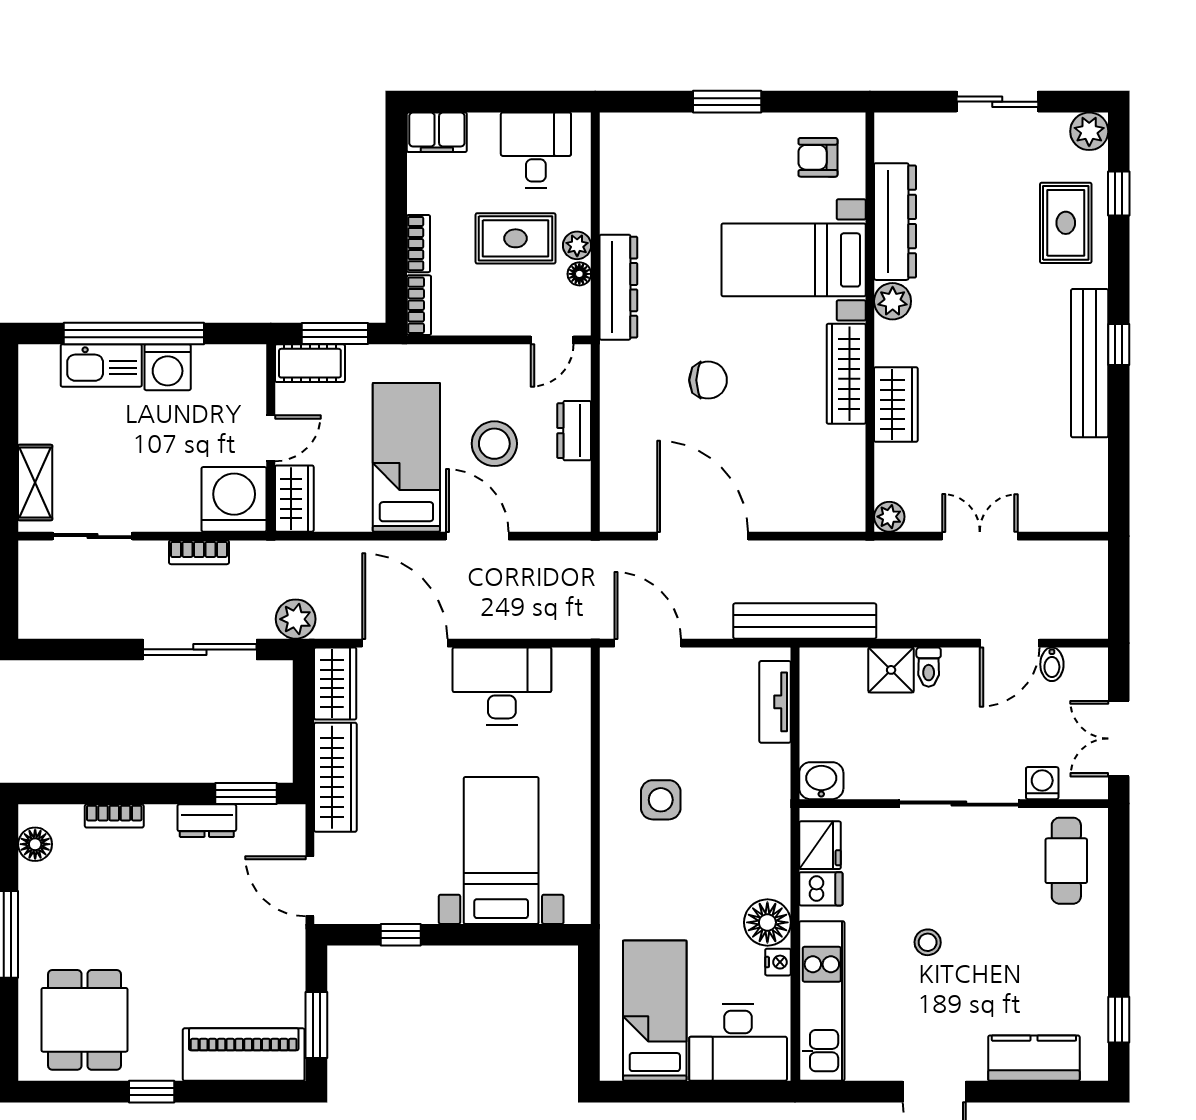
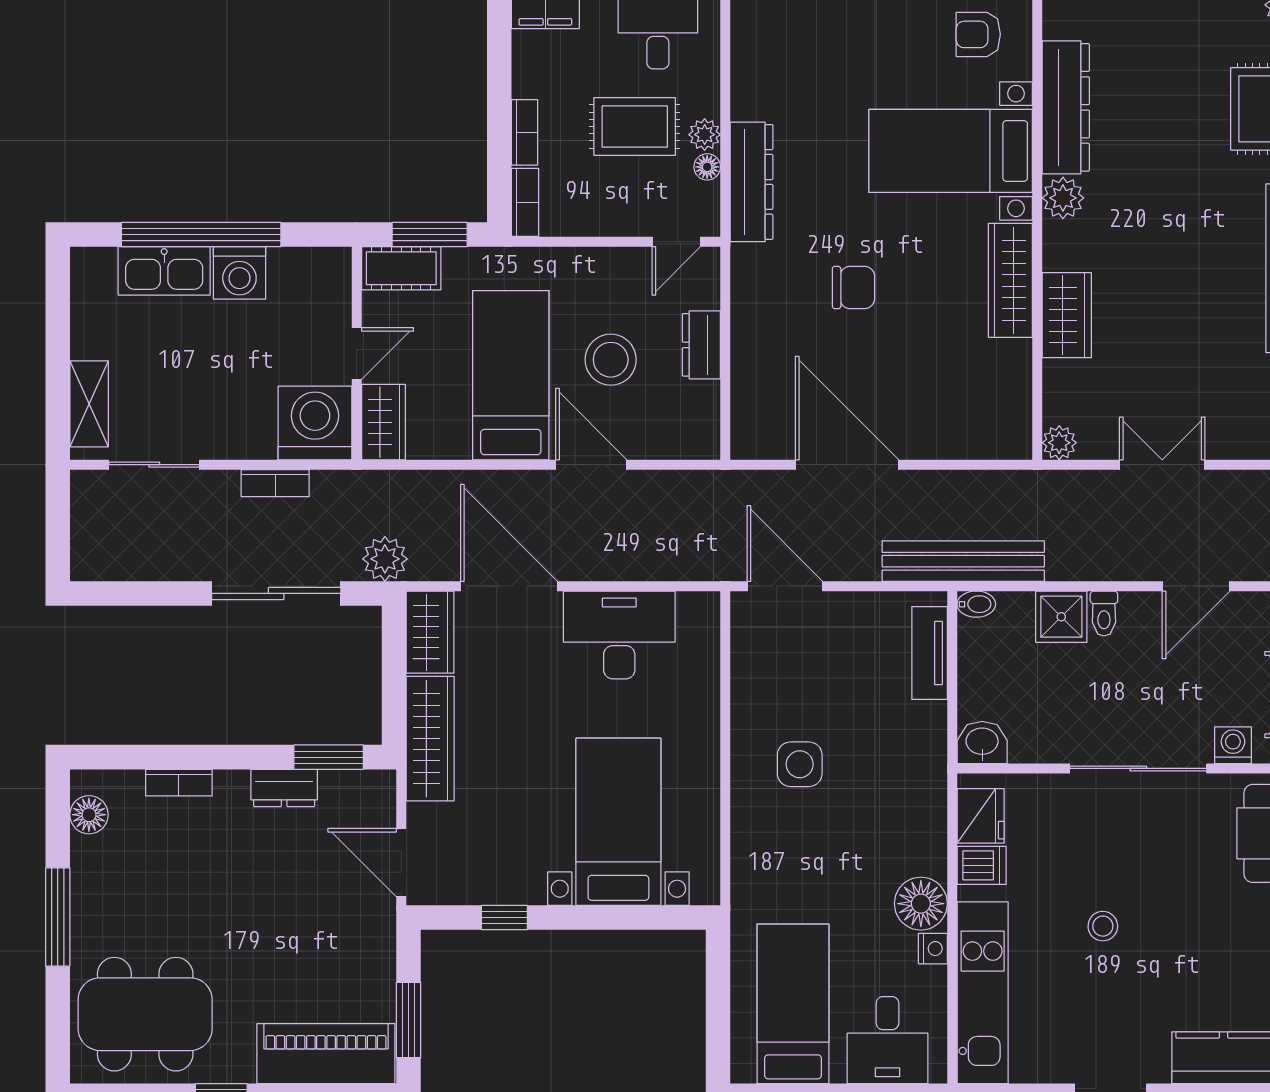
bidet: (1052, 664) -> (976, 604), moved, turned -90
dining table: (84, 1020) -> (145, 1014), width x1.38
desk: (738, 1043) -> (887, 1040), width x0.73

